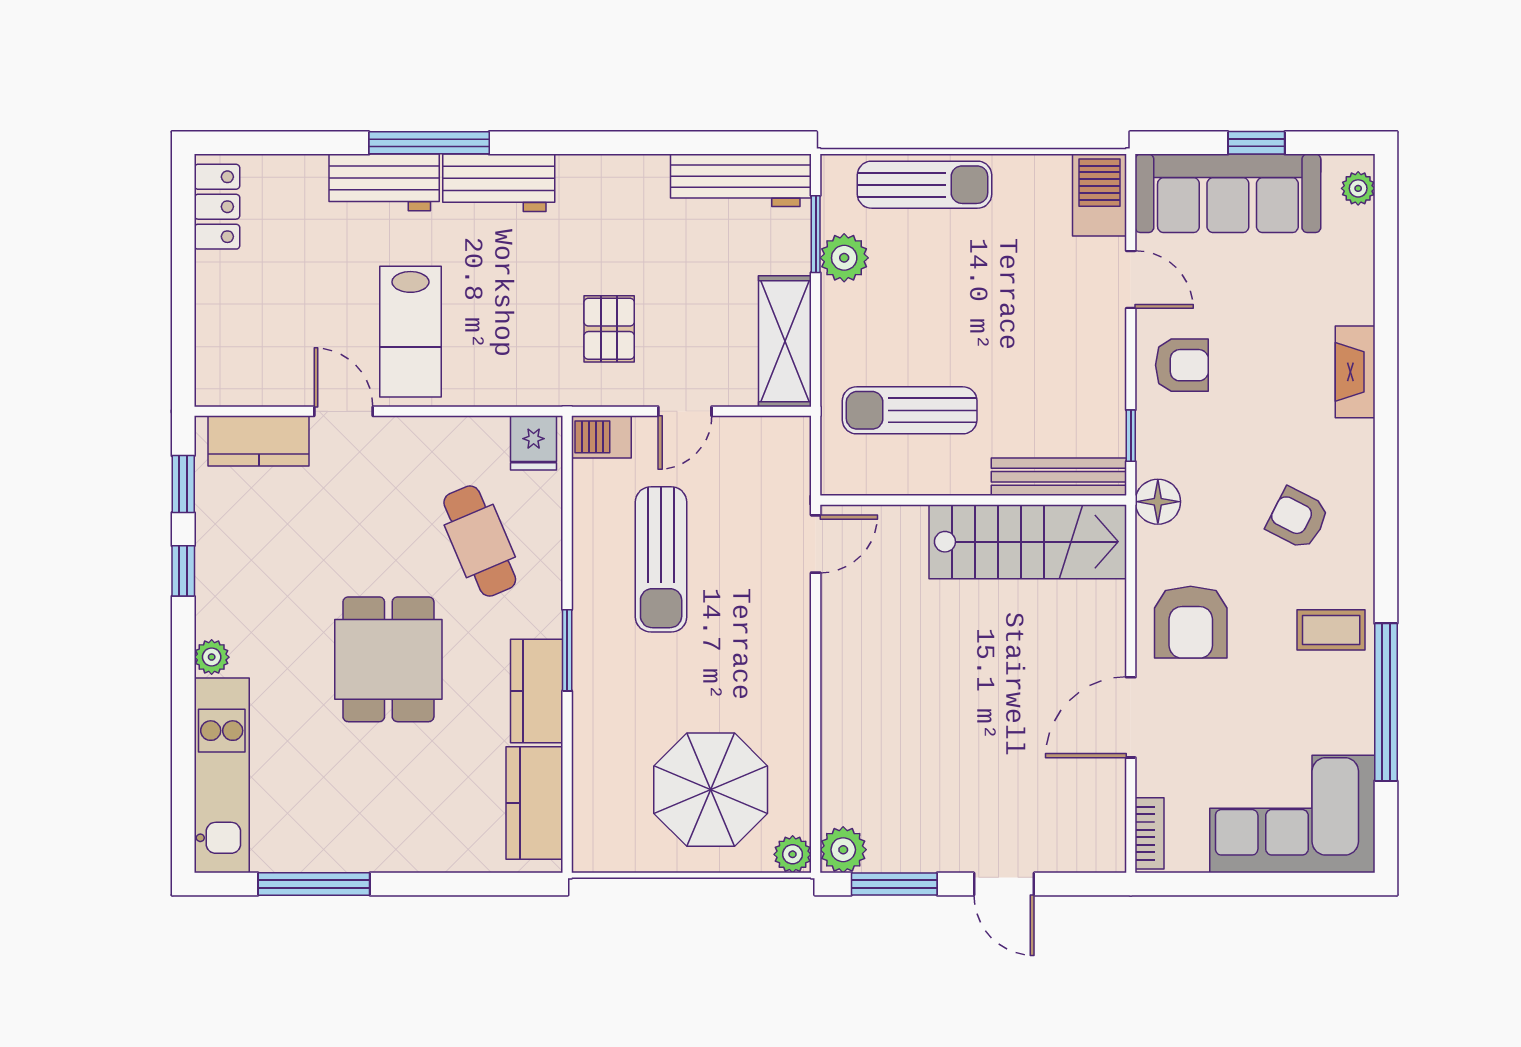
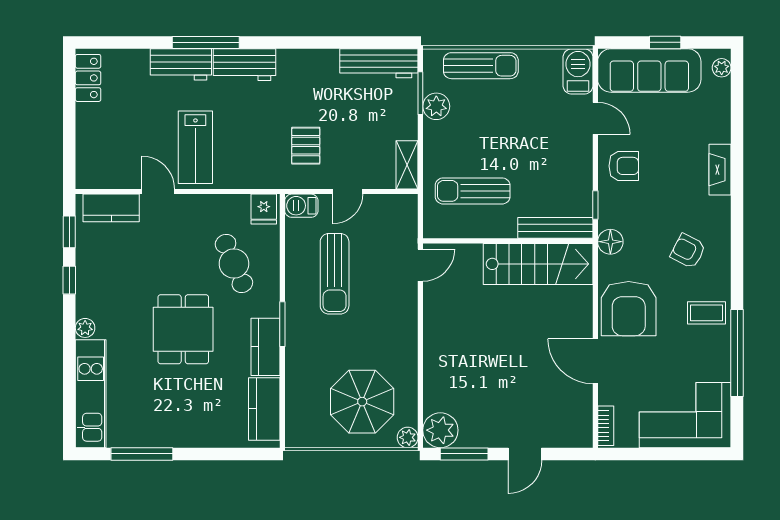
shelving: (785, 341) -> (407, 165), width x0.67, depth x0.75
armchair: (1191, 622) -> (629, 309), width x1.36, depth x1.36
door: (1131, 717) -> (595, 361), hinge flipped
plant: (843, 850) -> (440, 430), width x1.36, depth x1.36
door: (1004, 884) -> (525, 454), hinge flipped

